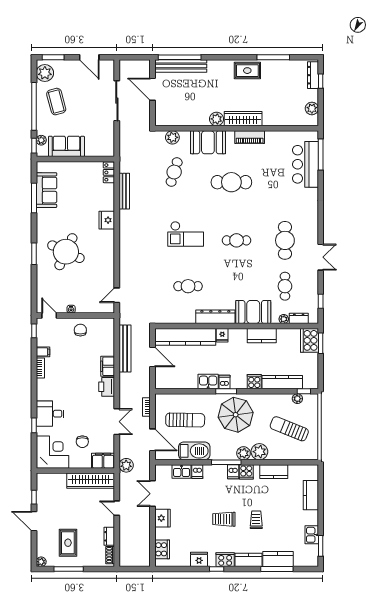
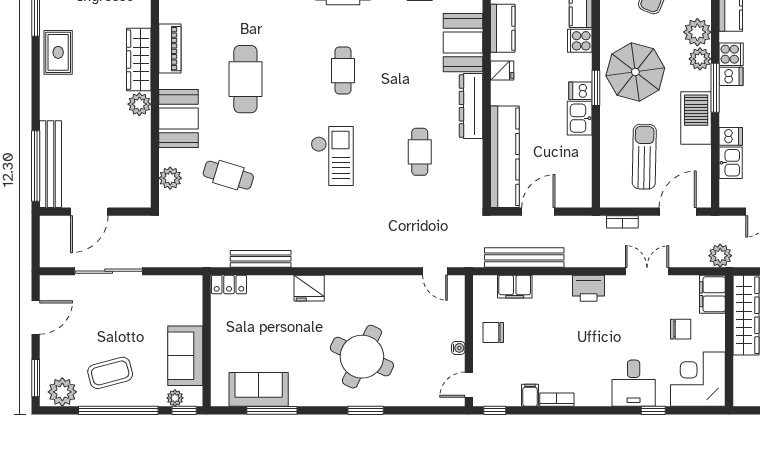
fridge: (222, 335) -> (502, 70), moved
filing cabinet: (108, 366) -> (515, 287), moved
barbecue: (194, 451) -> (696, 118), moved

